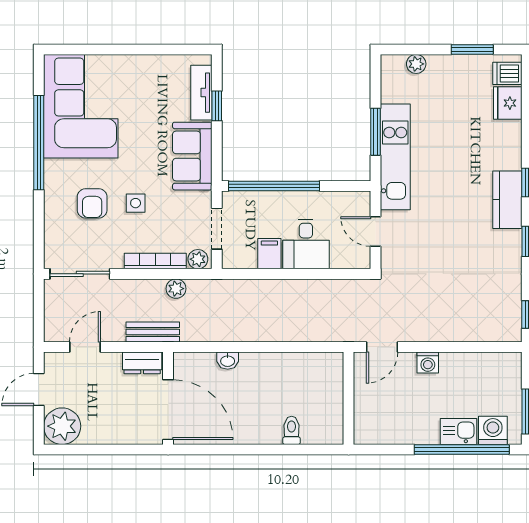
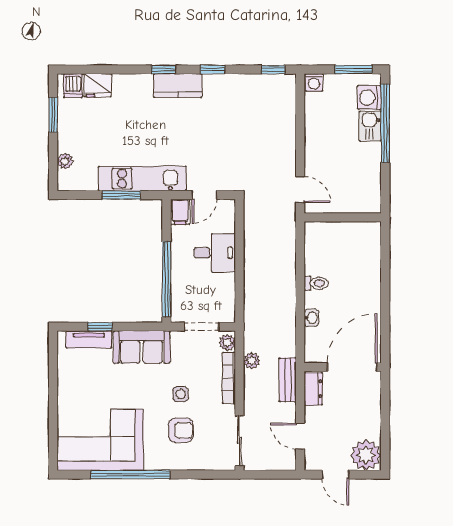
filing cabinet: (269, 254) -> (180, 212), moved, turned -90
washing machine: (428, 363) -> (314, 82), moved, turned 90
toilet: (292, 430) -> (316, 283), moved, turned 180

